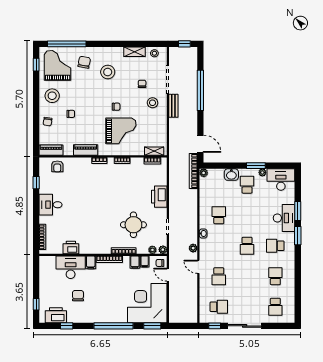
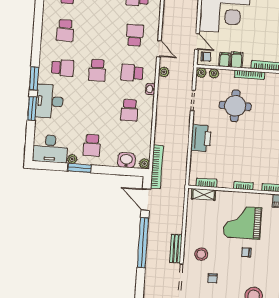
window: (200, 90) -> (143, 243), moved
washbasin: (231, 175) -> (126, 160), moved
school desk: (219, 246) -> (132, 73), added
school desk: (247, 246) -> (97, 70), turned 180

